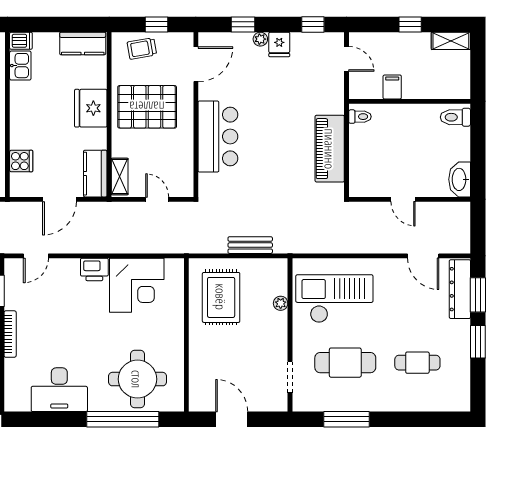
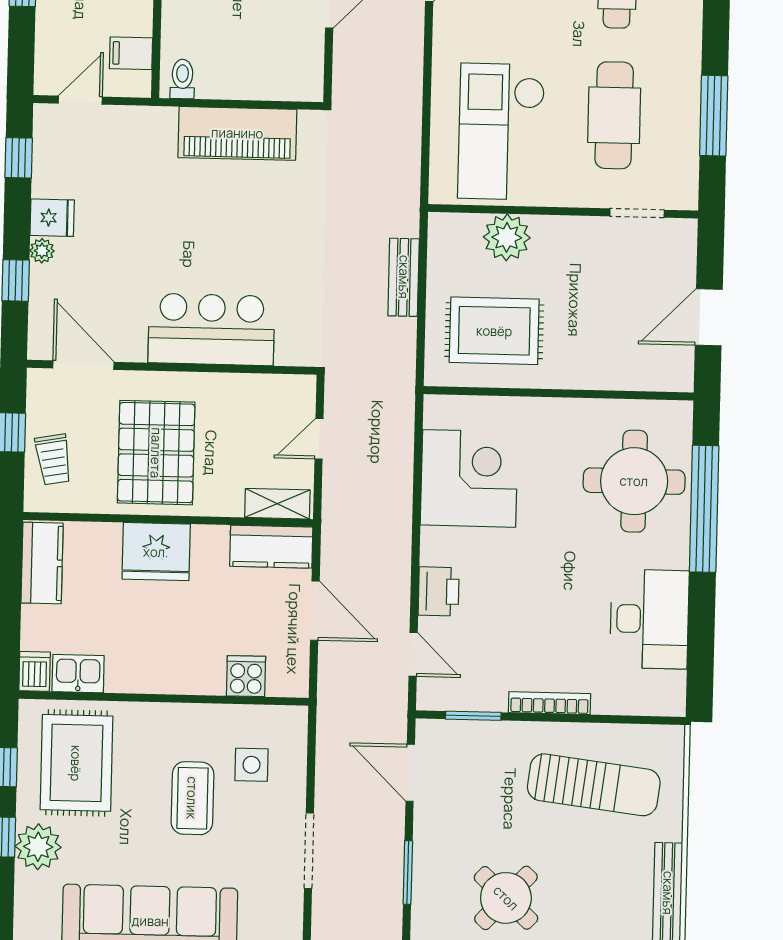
filing cabinet: (392, 87) -> (131, 53), moved
printer: (94, 269) -> (439, 591), moved
plant: (281, 303) -> (507, 237), width x1.88, depth x1.88

